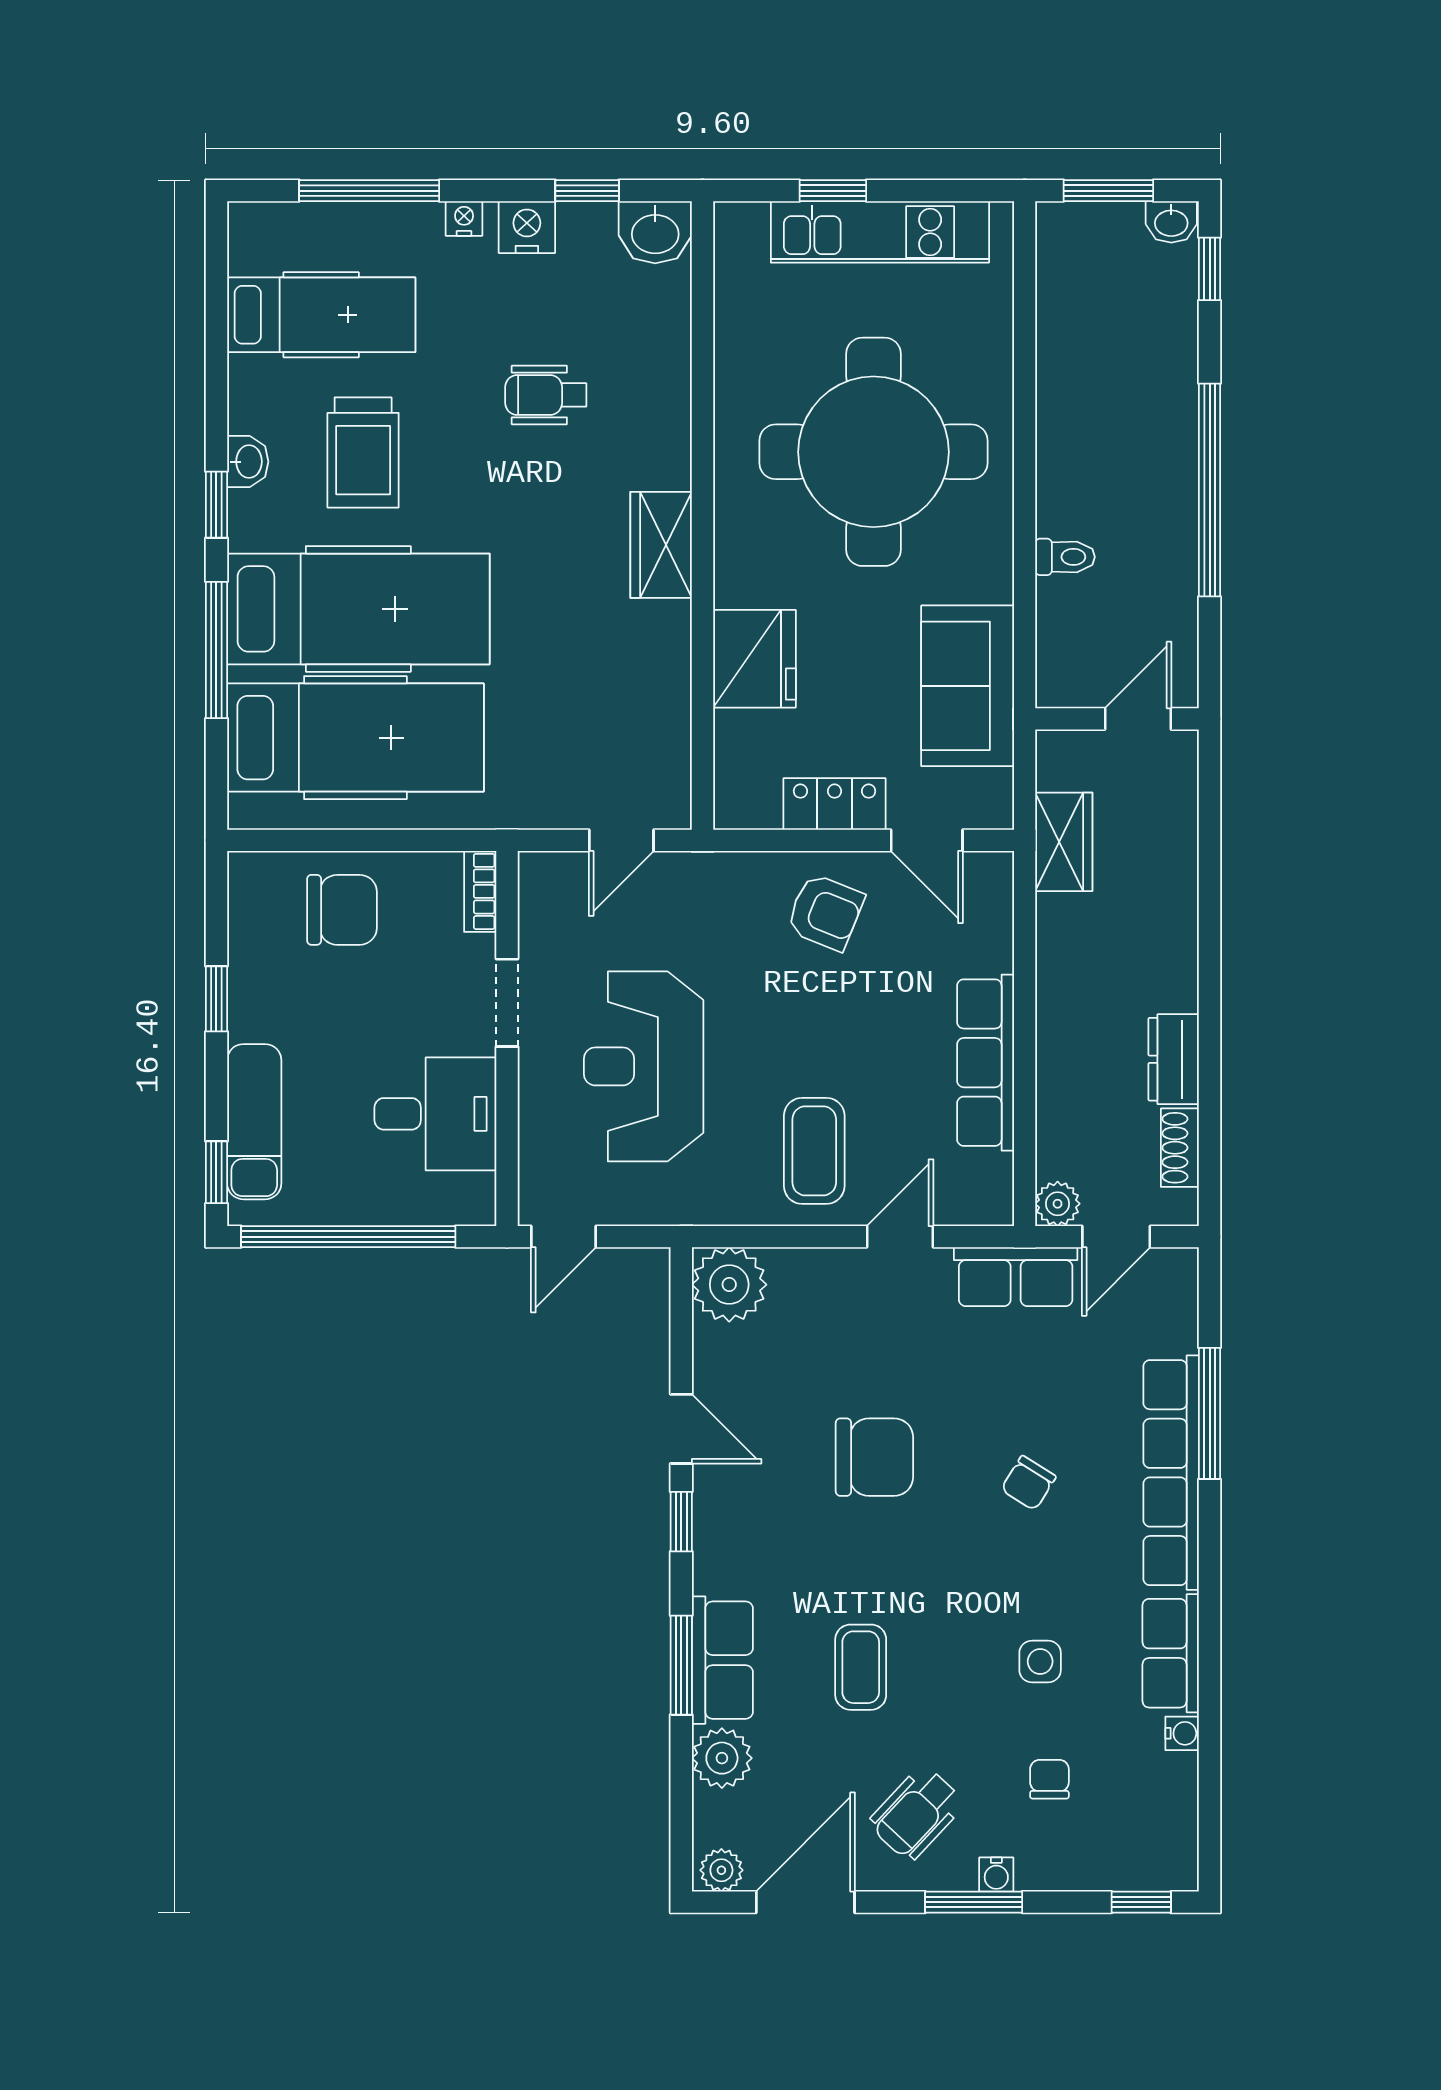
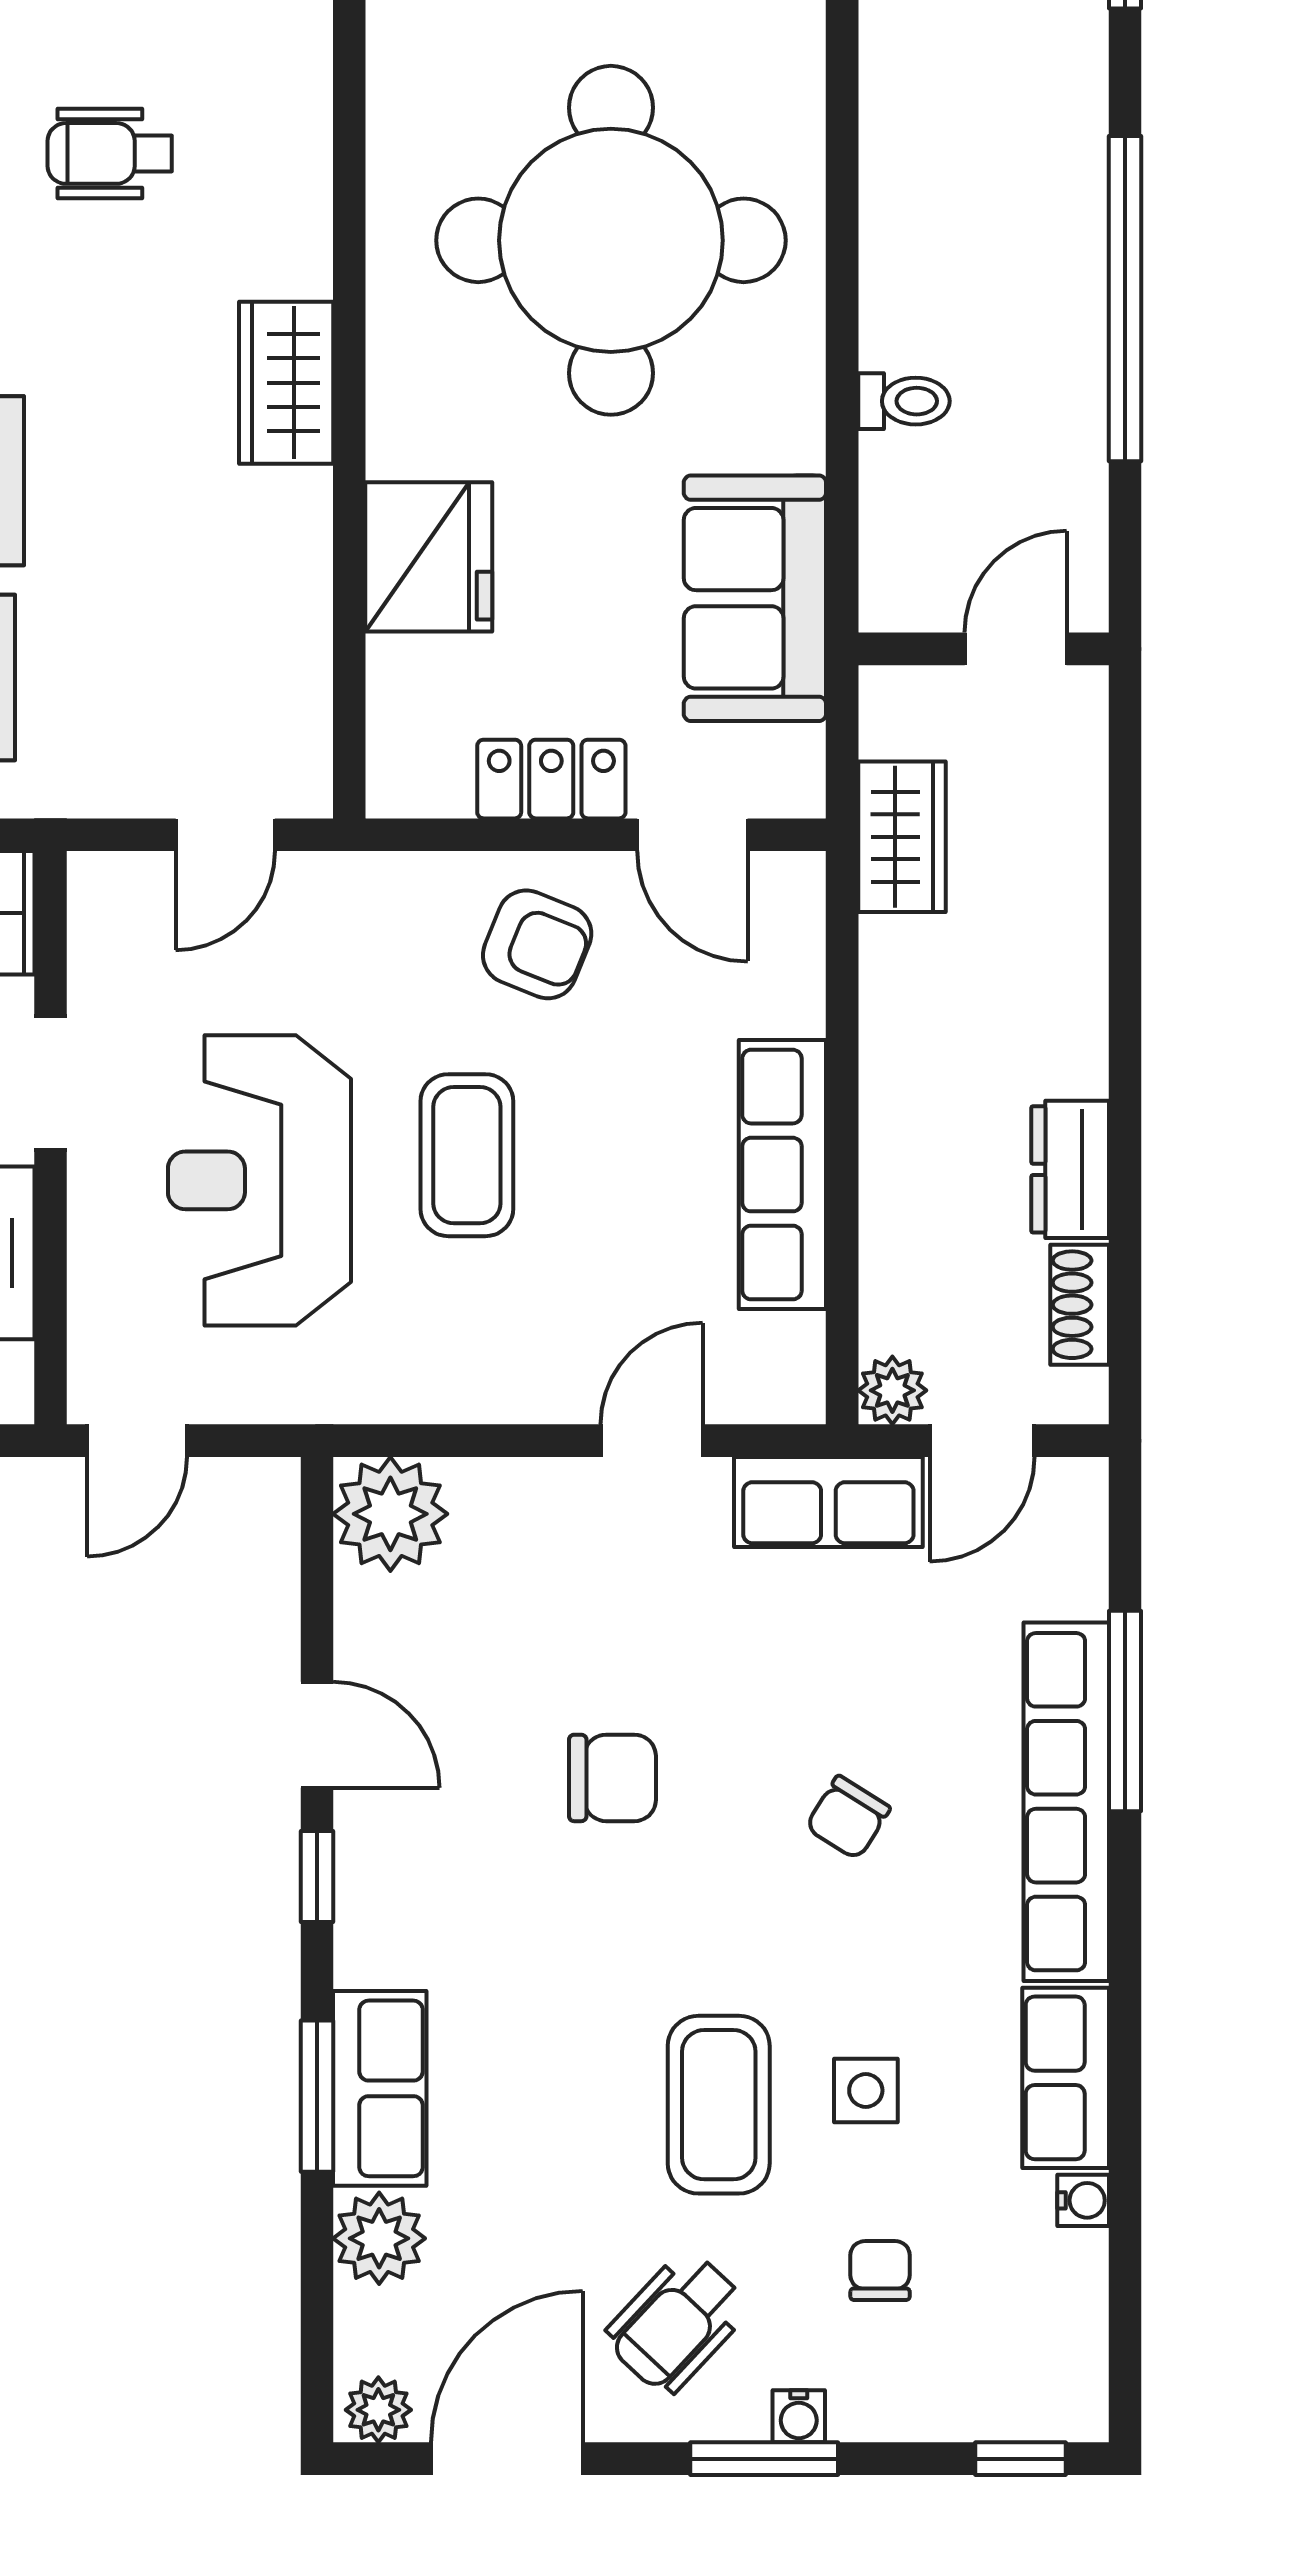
coffee table: (814, 1151) -> (467, 1155), moved
chair: (874, 1457) -> (612, 1778), width x0.73, depth x0.73
coffee table: (861, 1667) -> (719, 2105), moved, width x1.36, depth x1.30

